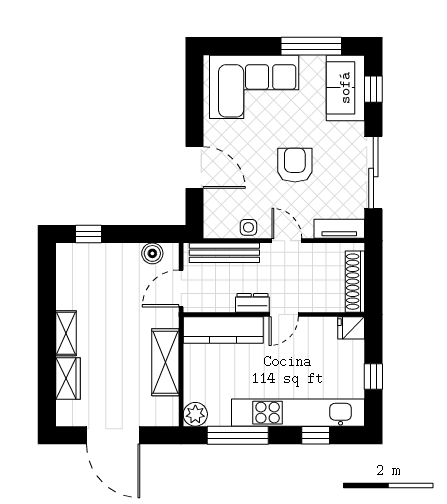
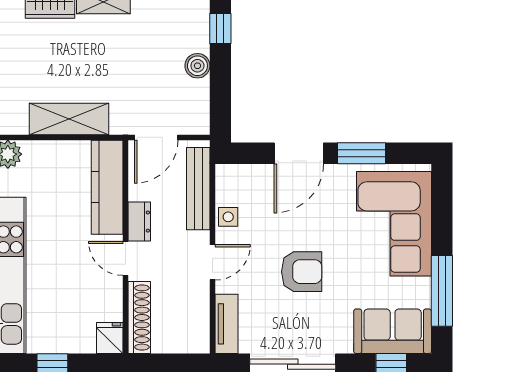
window: (195, 114) -> (362, 153), added
boiler: (152, 253) -> (197, 66), moved
shoe rack: (355, 282) -> (139, 317), moved, turned 90
door: (181, 288) -> (156, 137), swing flipped

